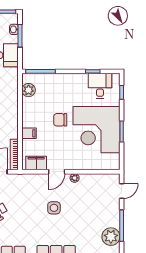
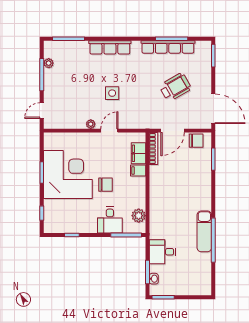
desk: (100, 86) -> (110, 220), moved
filing cabinet: (36, 163) -> (138, 153), moved, turned 90
plant: (111, 237) -> (49, 63), width x0.53, depth x0.53

